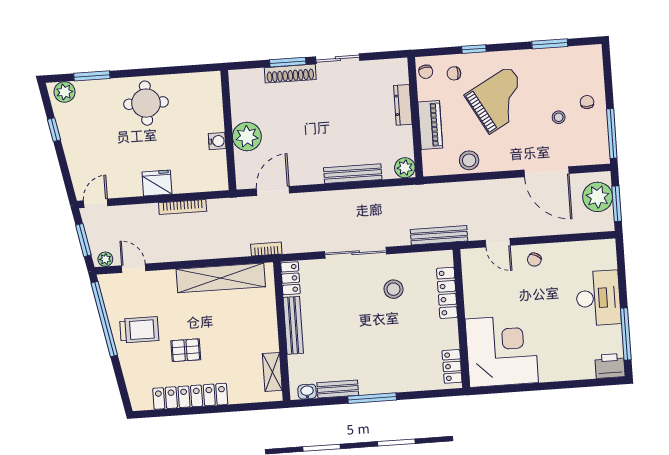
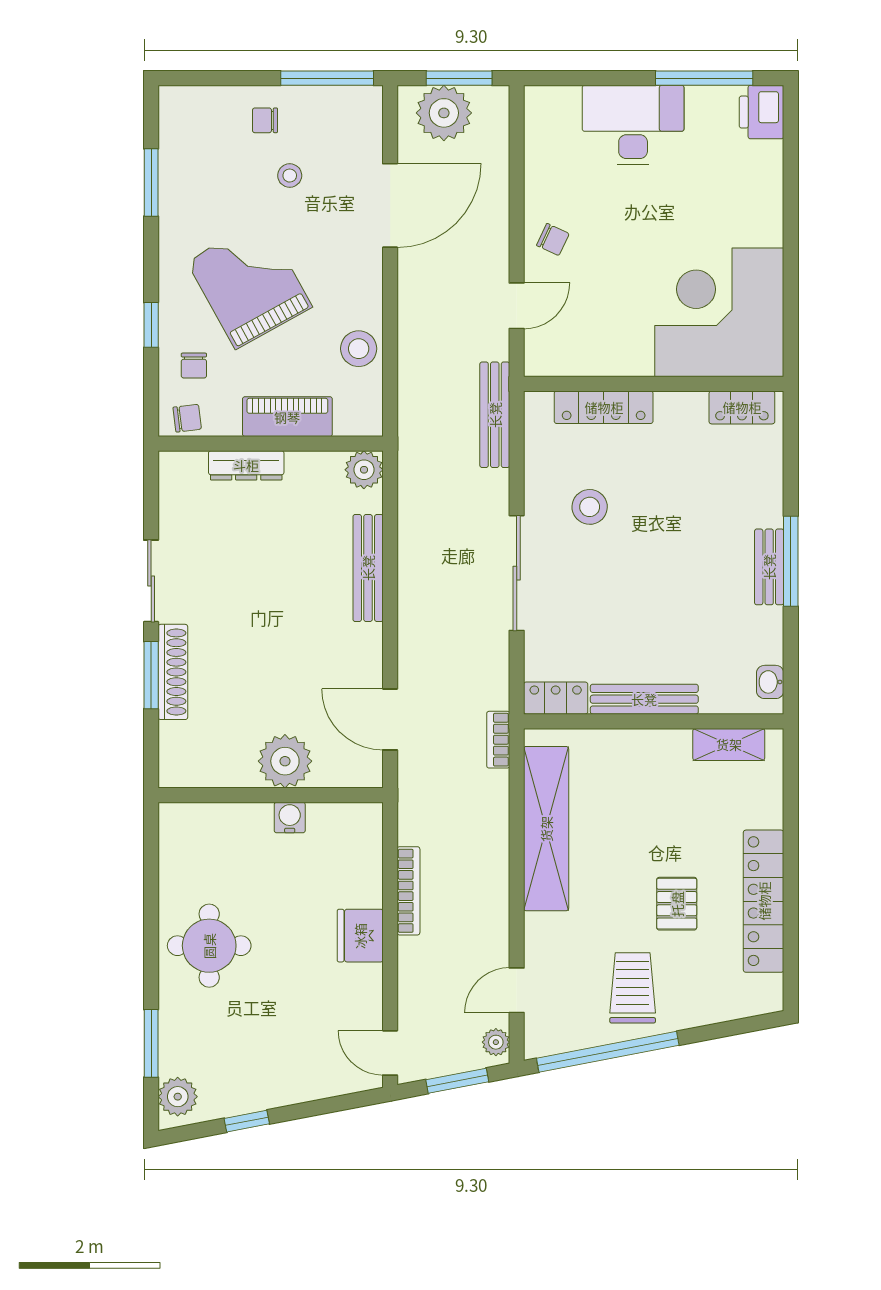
bench: (338, 389) -> (769, 567), moved

